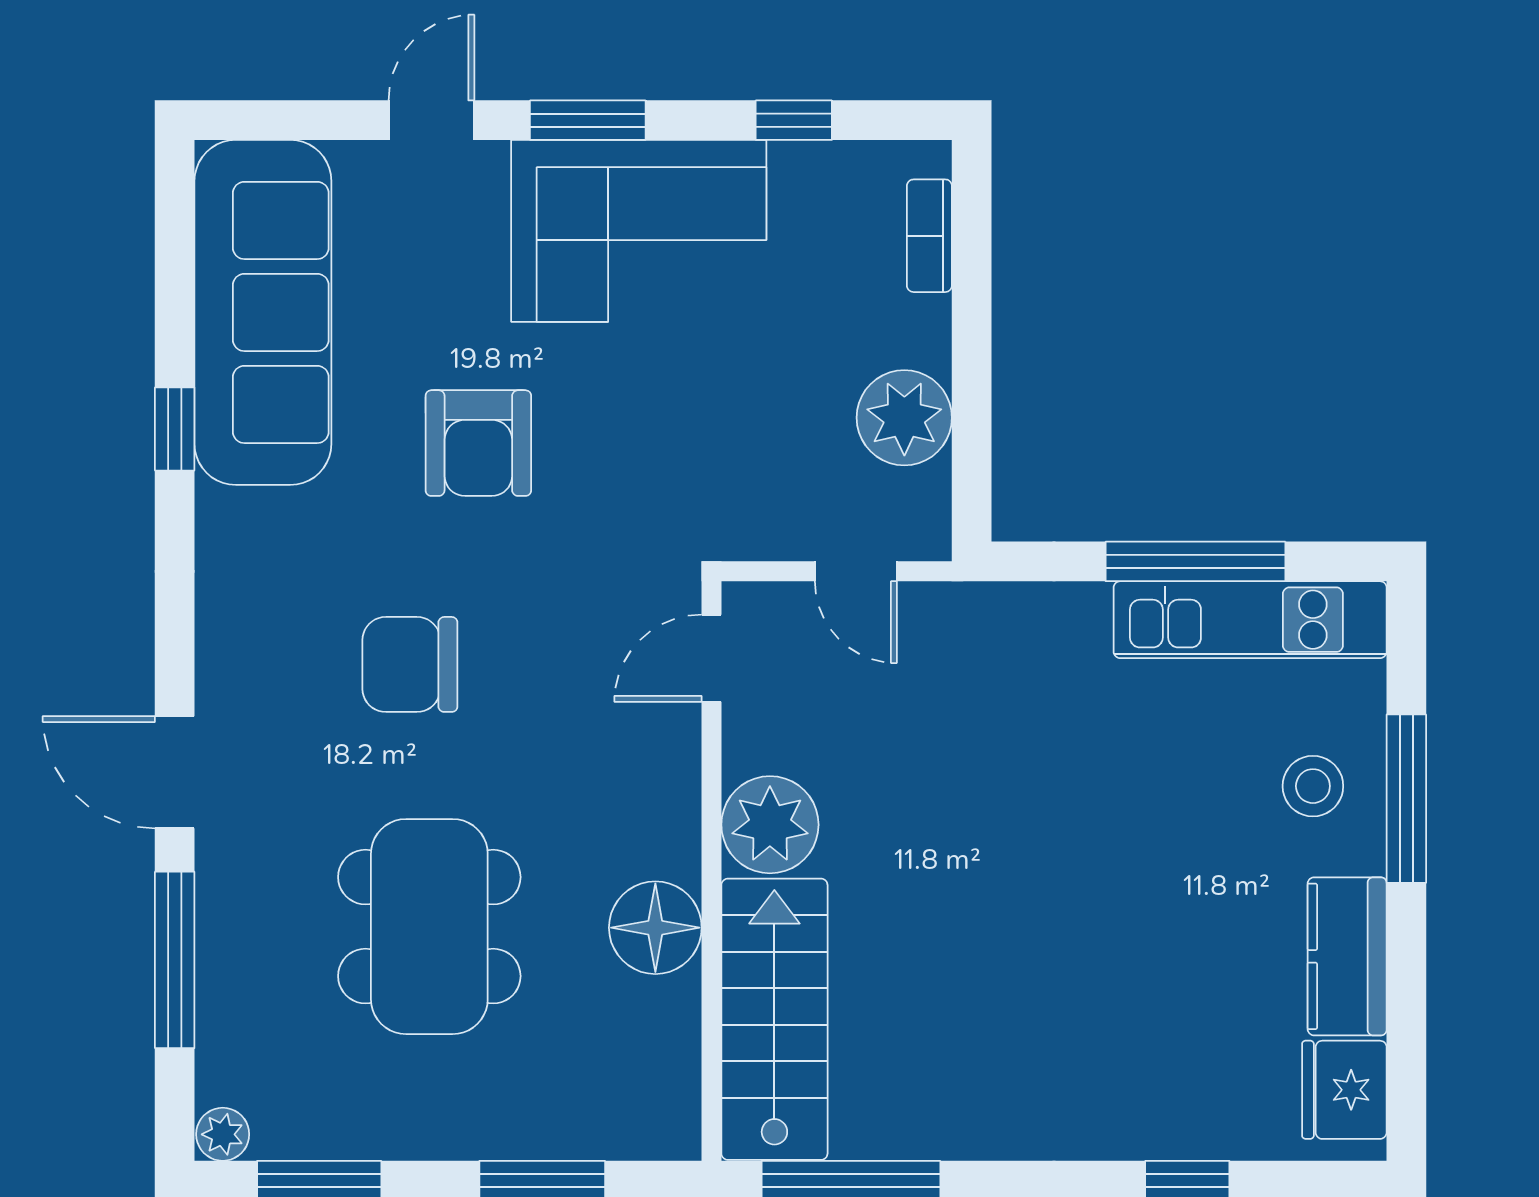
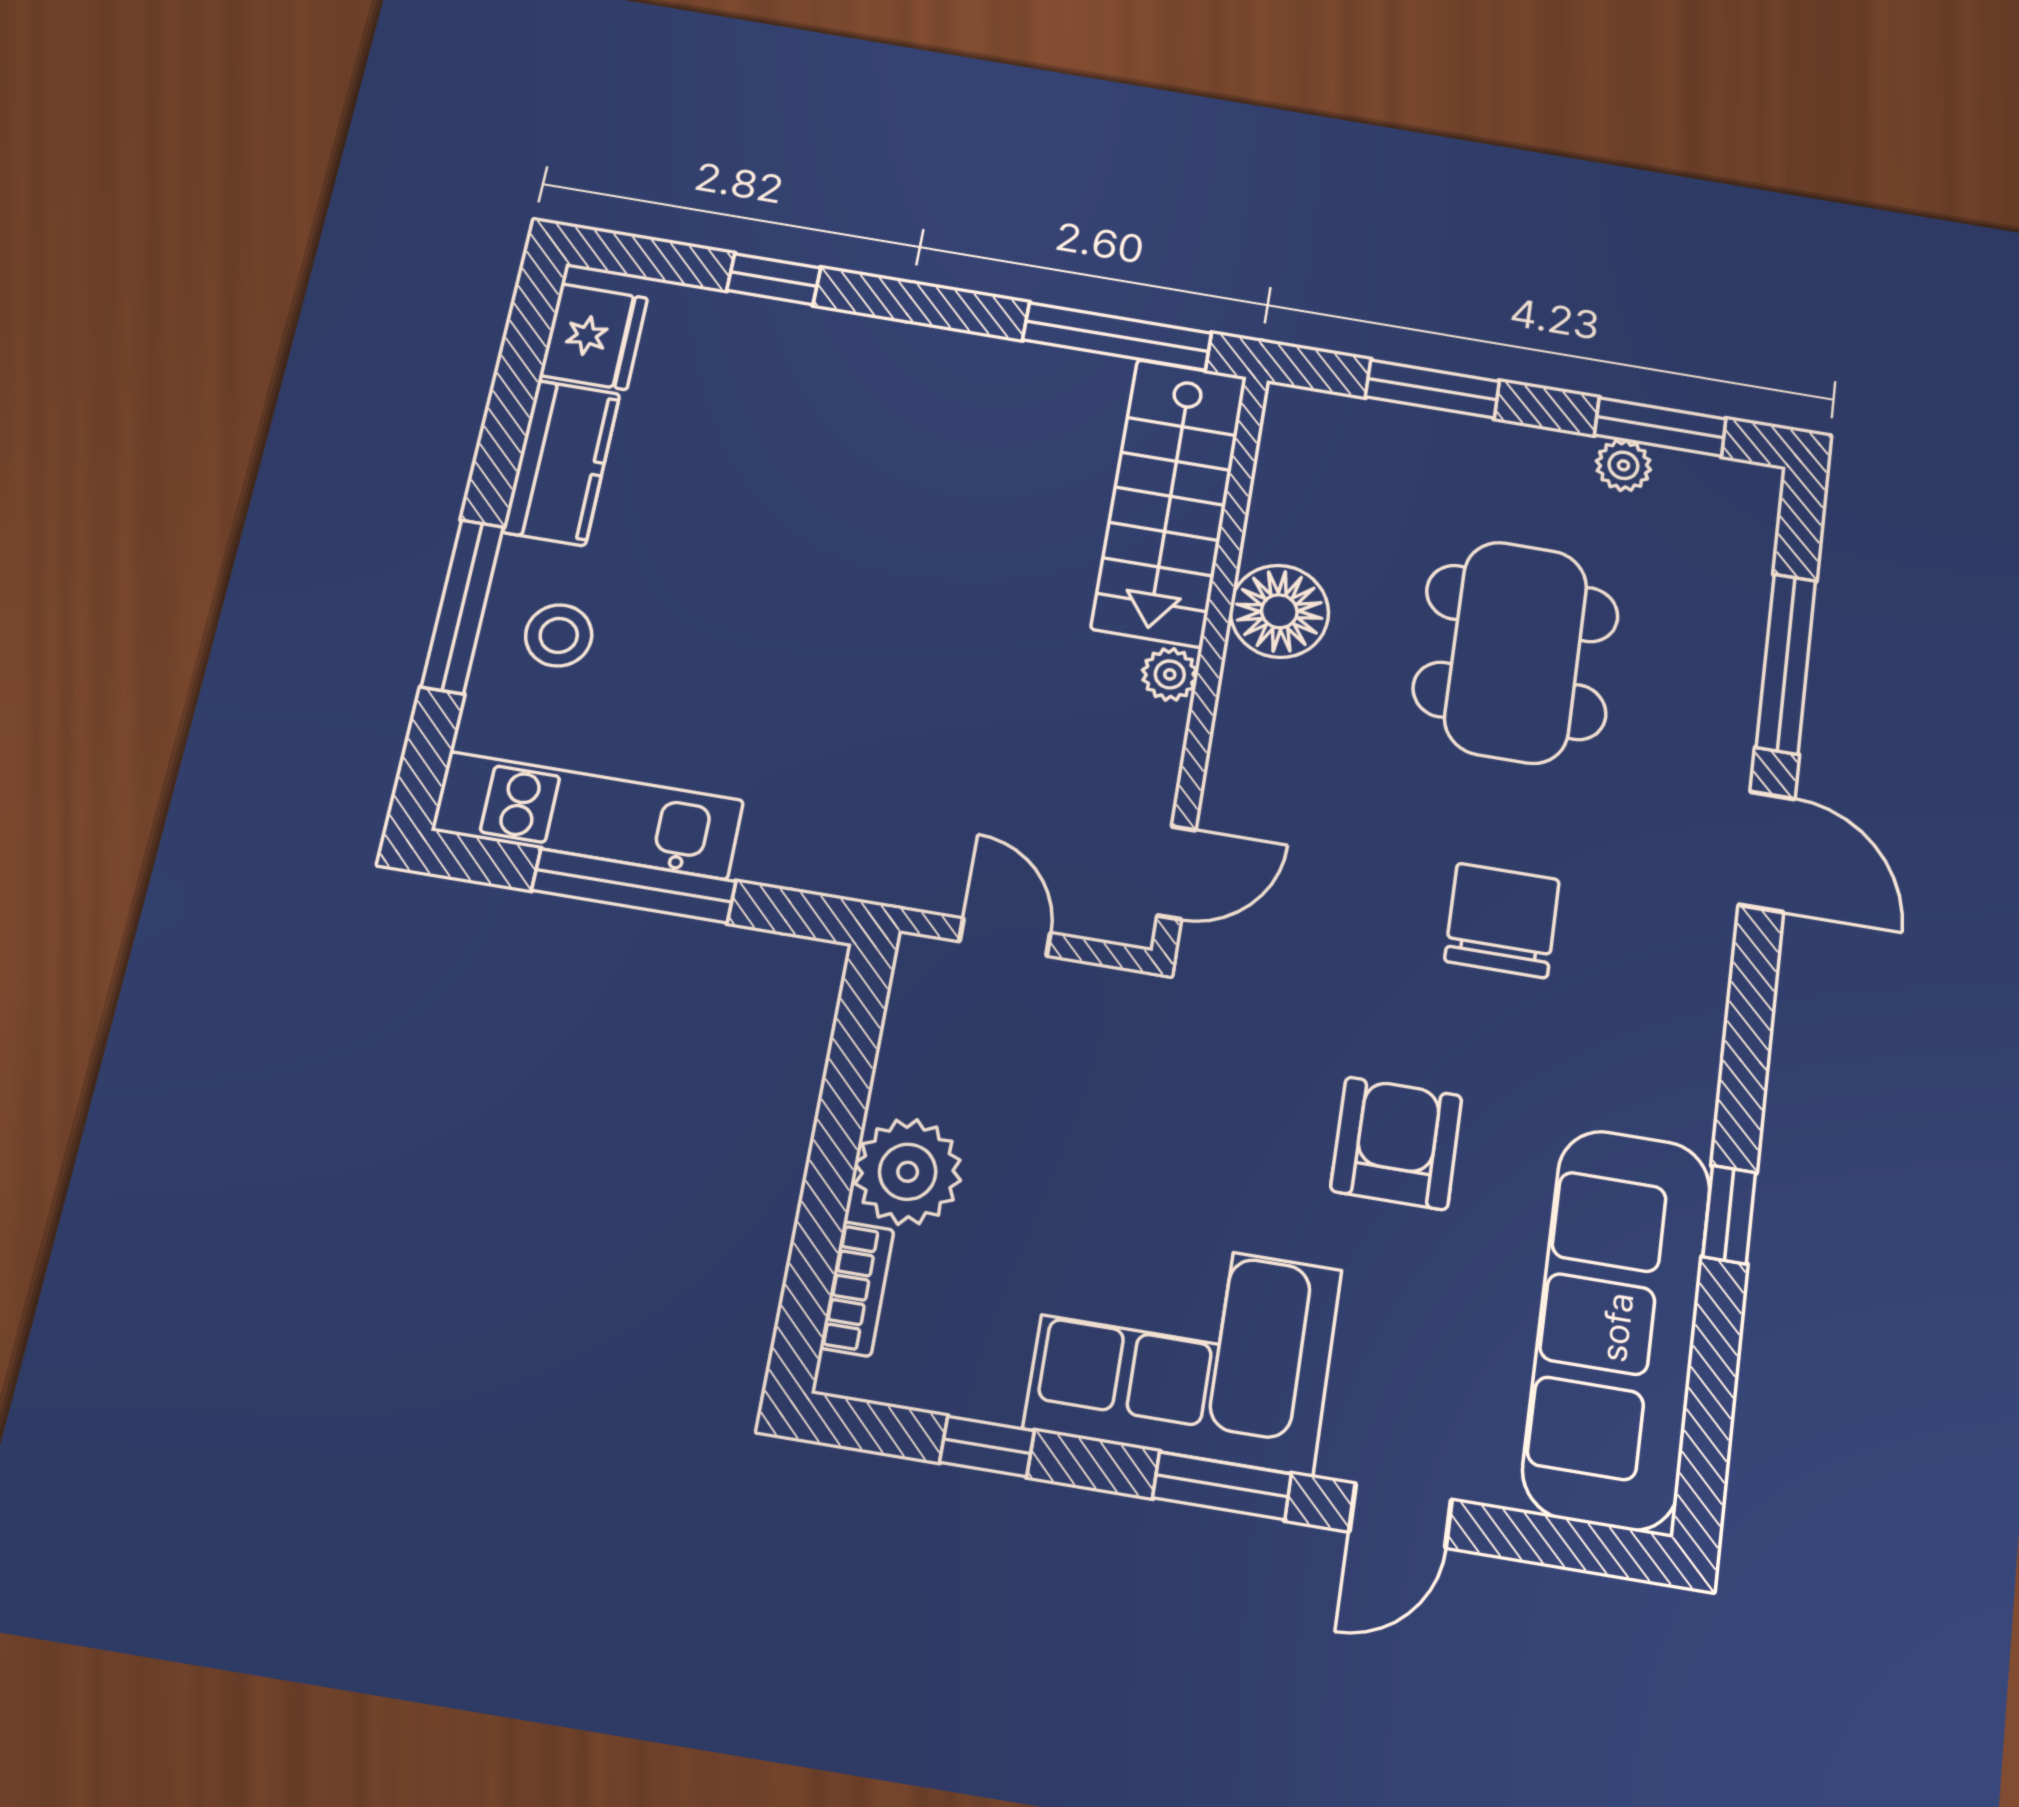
plant: (904, 418) -> (908, 1172), moved
chair: (410, 664) -> (1502, 920), turned -90
plant: (770, 825) -> (1170, 674), width x0.53, depth x0.53
plant: (223, 1134) -> (1623, 465), moved

